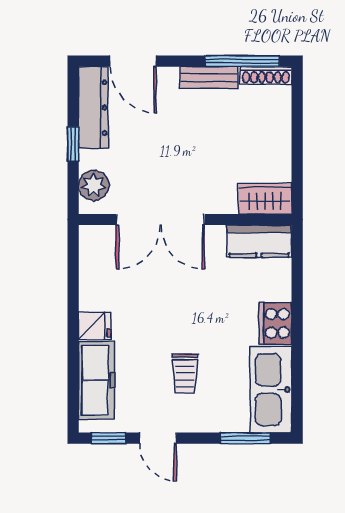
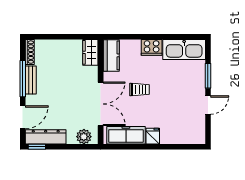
window: (242, 61) -> (23, 79), moved
window: (73, 144) -> (37, 147), moved
trolley: (185, 374) -> (140, 89), moved
freezer: (97, 380) -> (126, 135), moved
window: (108, 438) -> (208, 129), removed
window: (245, 438) -> (208, 76), moved

